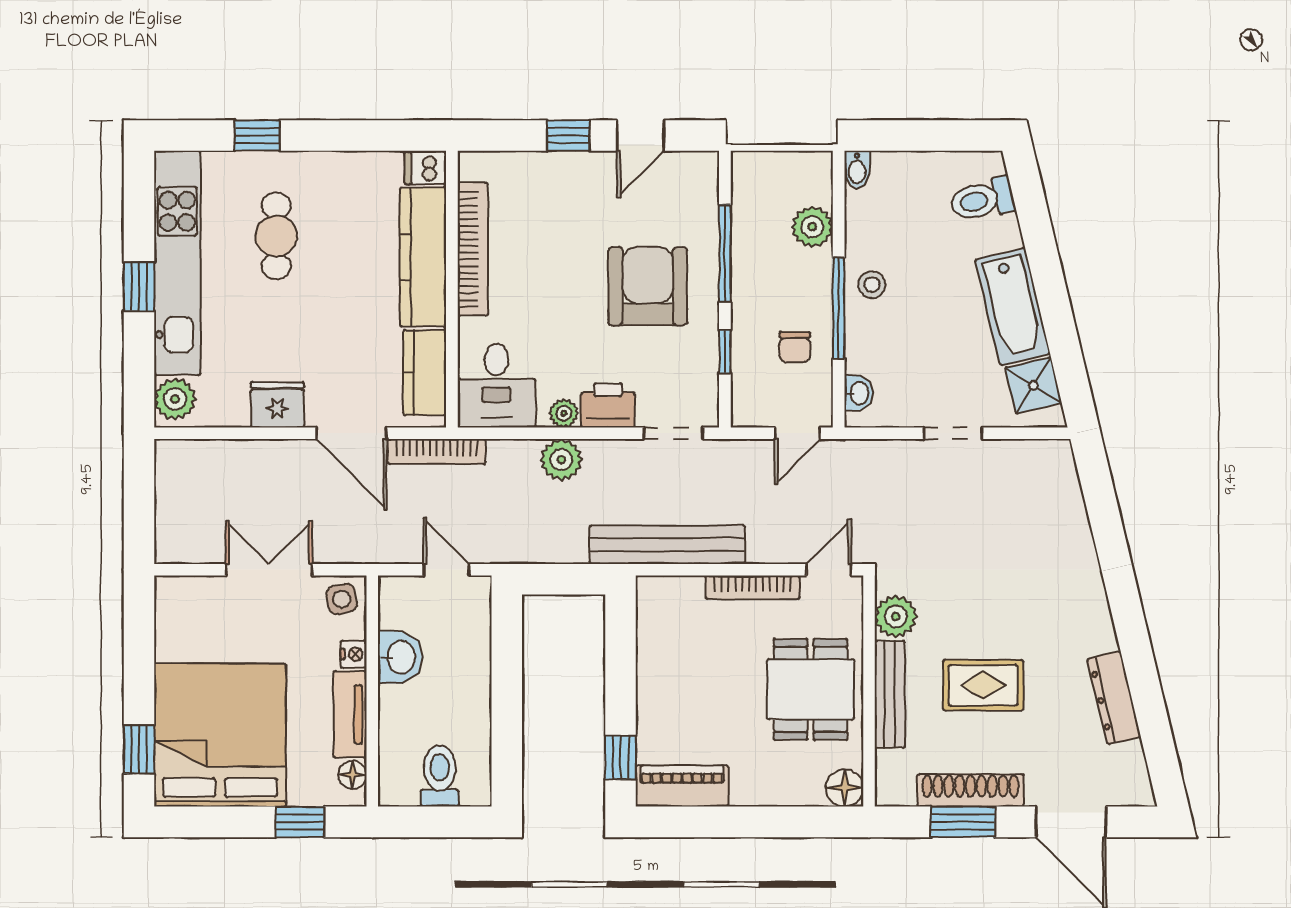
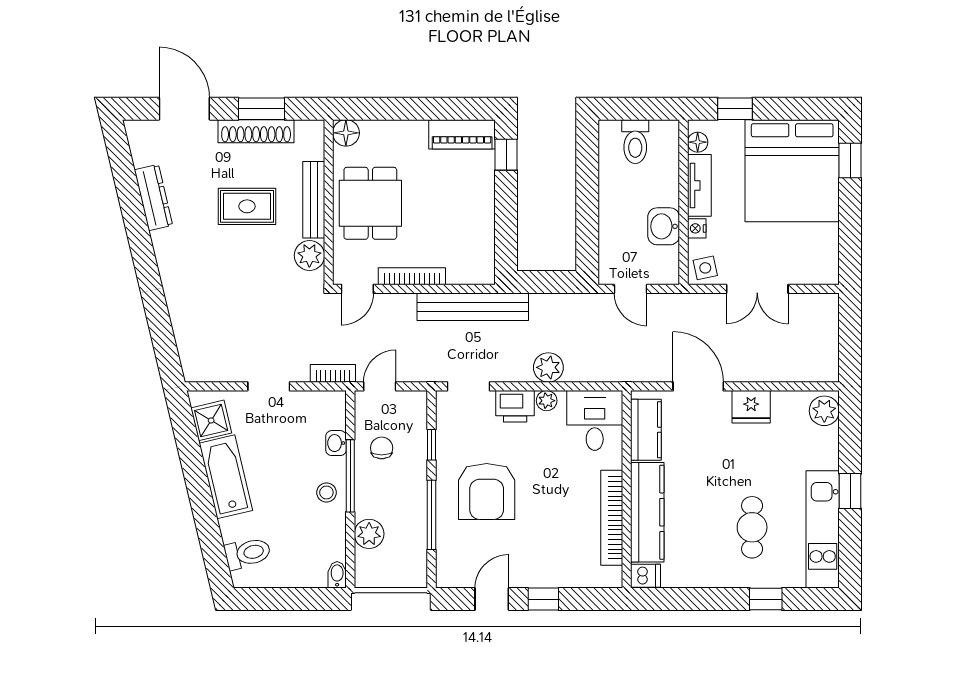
kitchen unit: (177, 263) -> (823, 529), width x0.73
washbasin: (859, 393) -> (336, 443), moved
bookcase: (437, 451) -> (333, 373), moved, width x0.64

